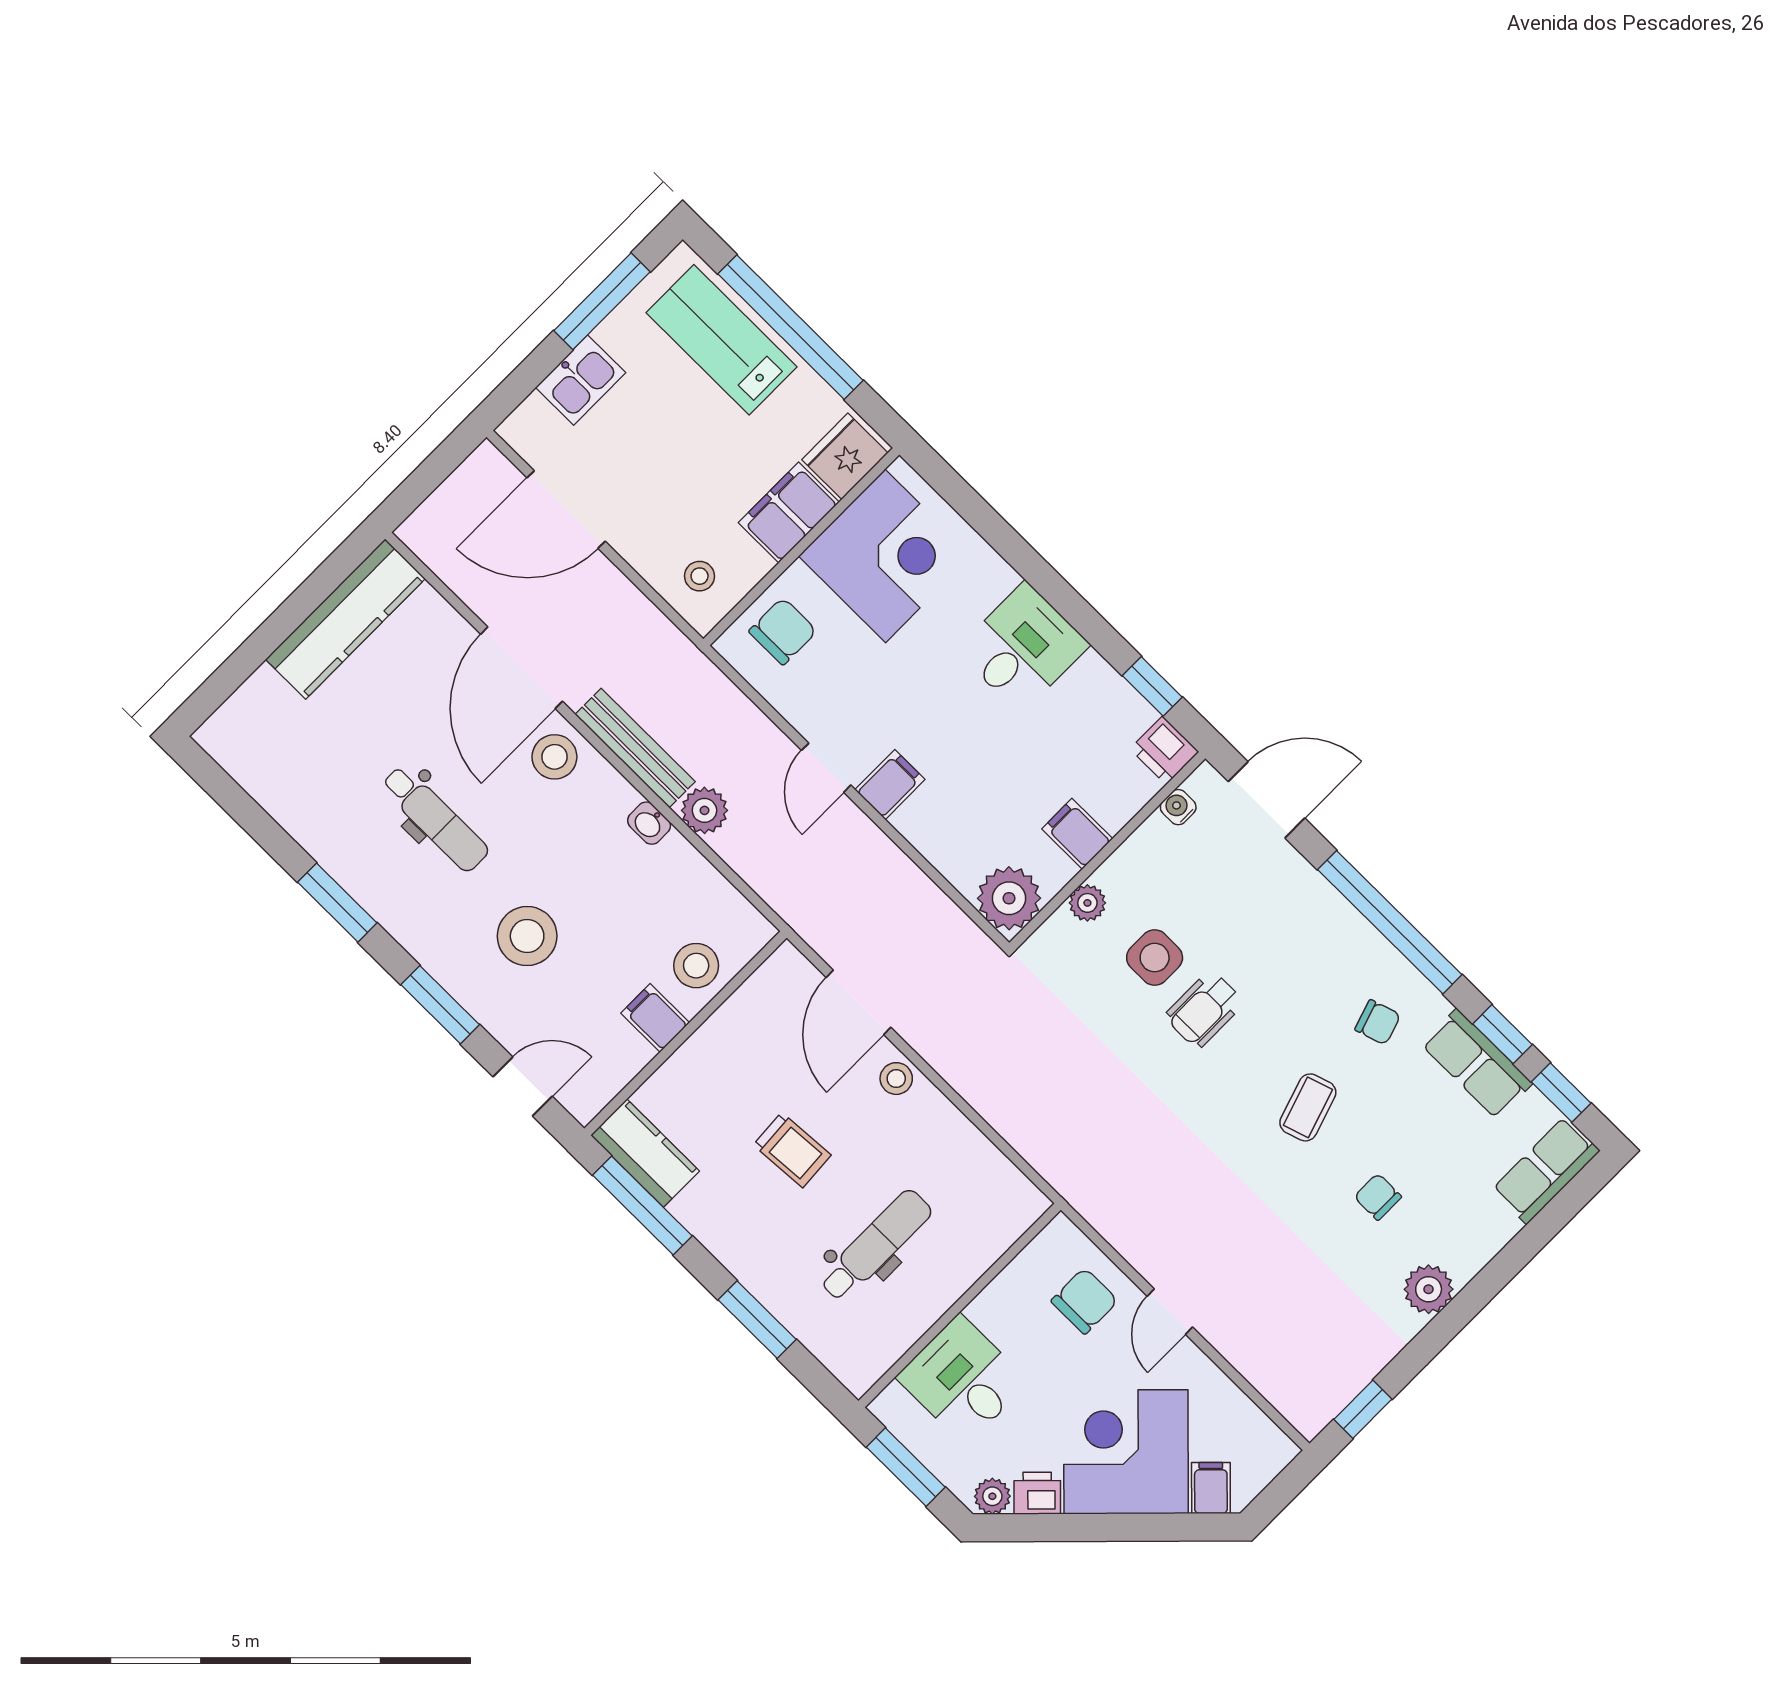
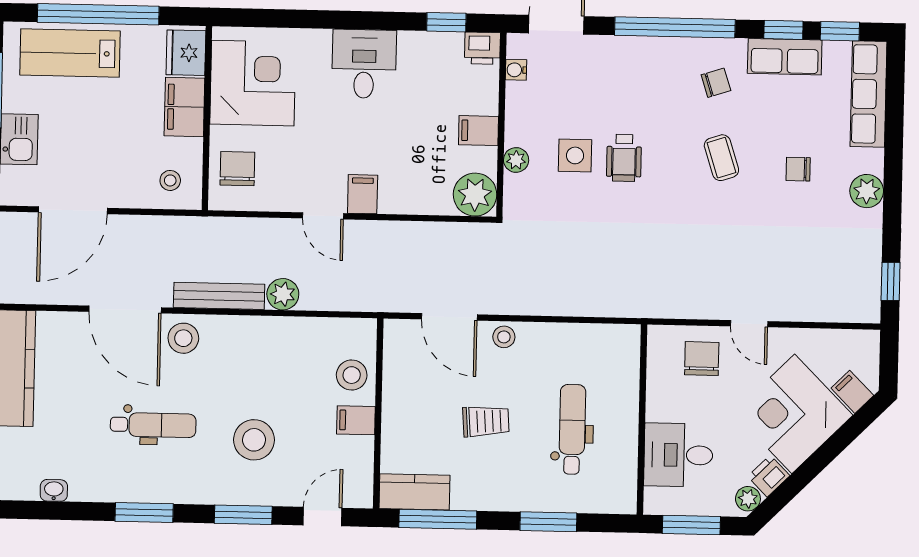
washbasin: (649, 823) -> (54, 490), moved, turned 180
row of seats: (1546, 1170) -> (868, 94), width x1.48

